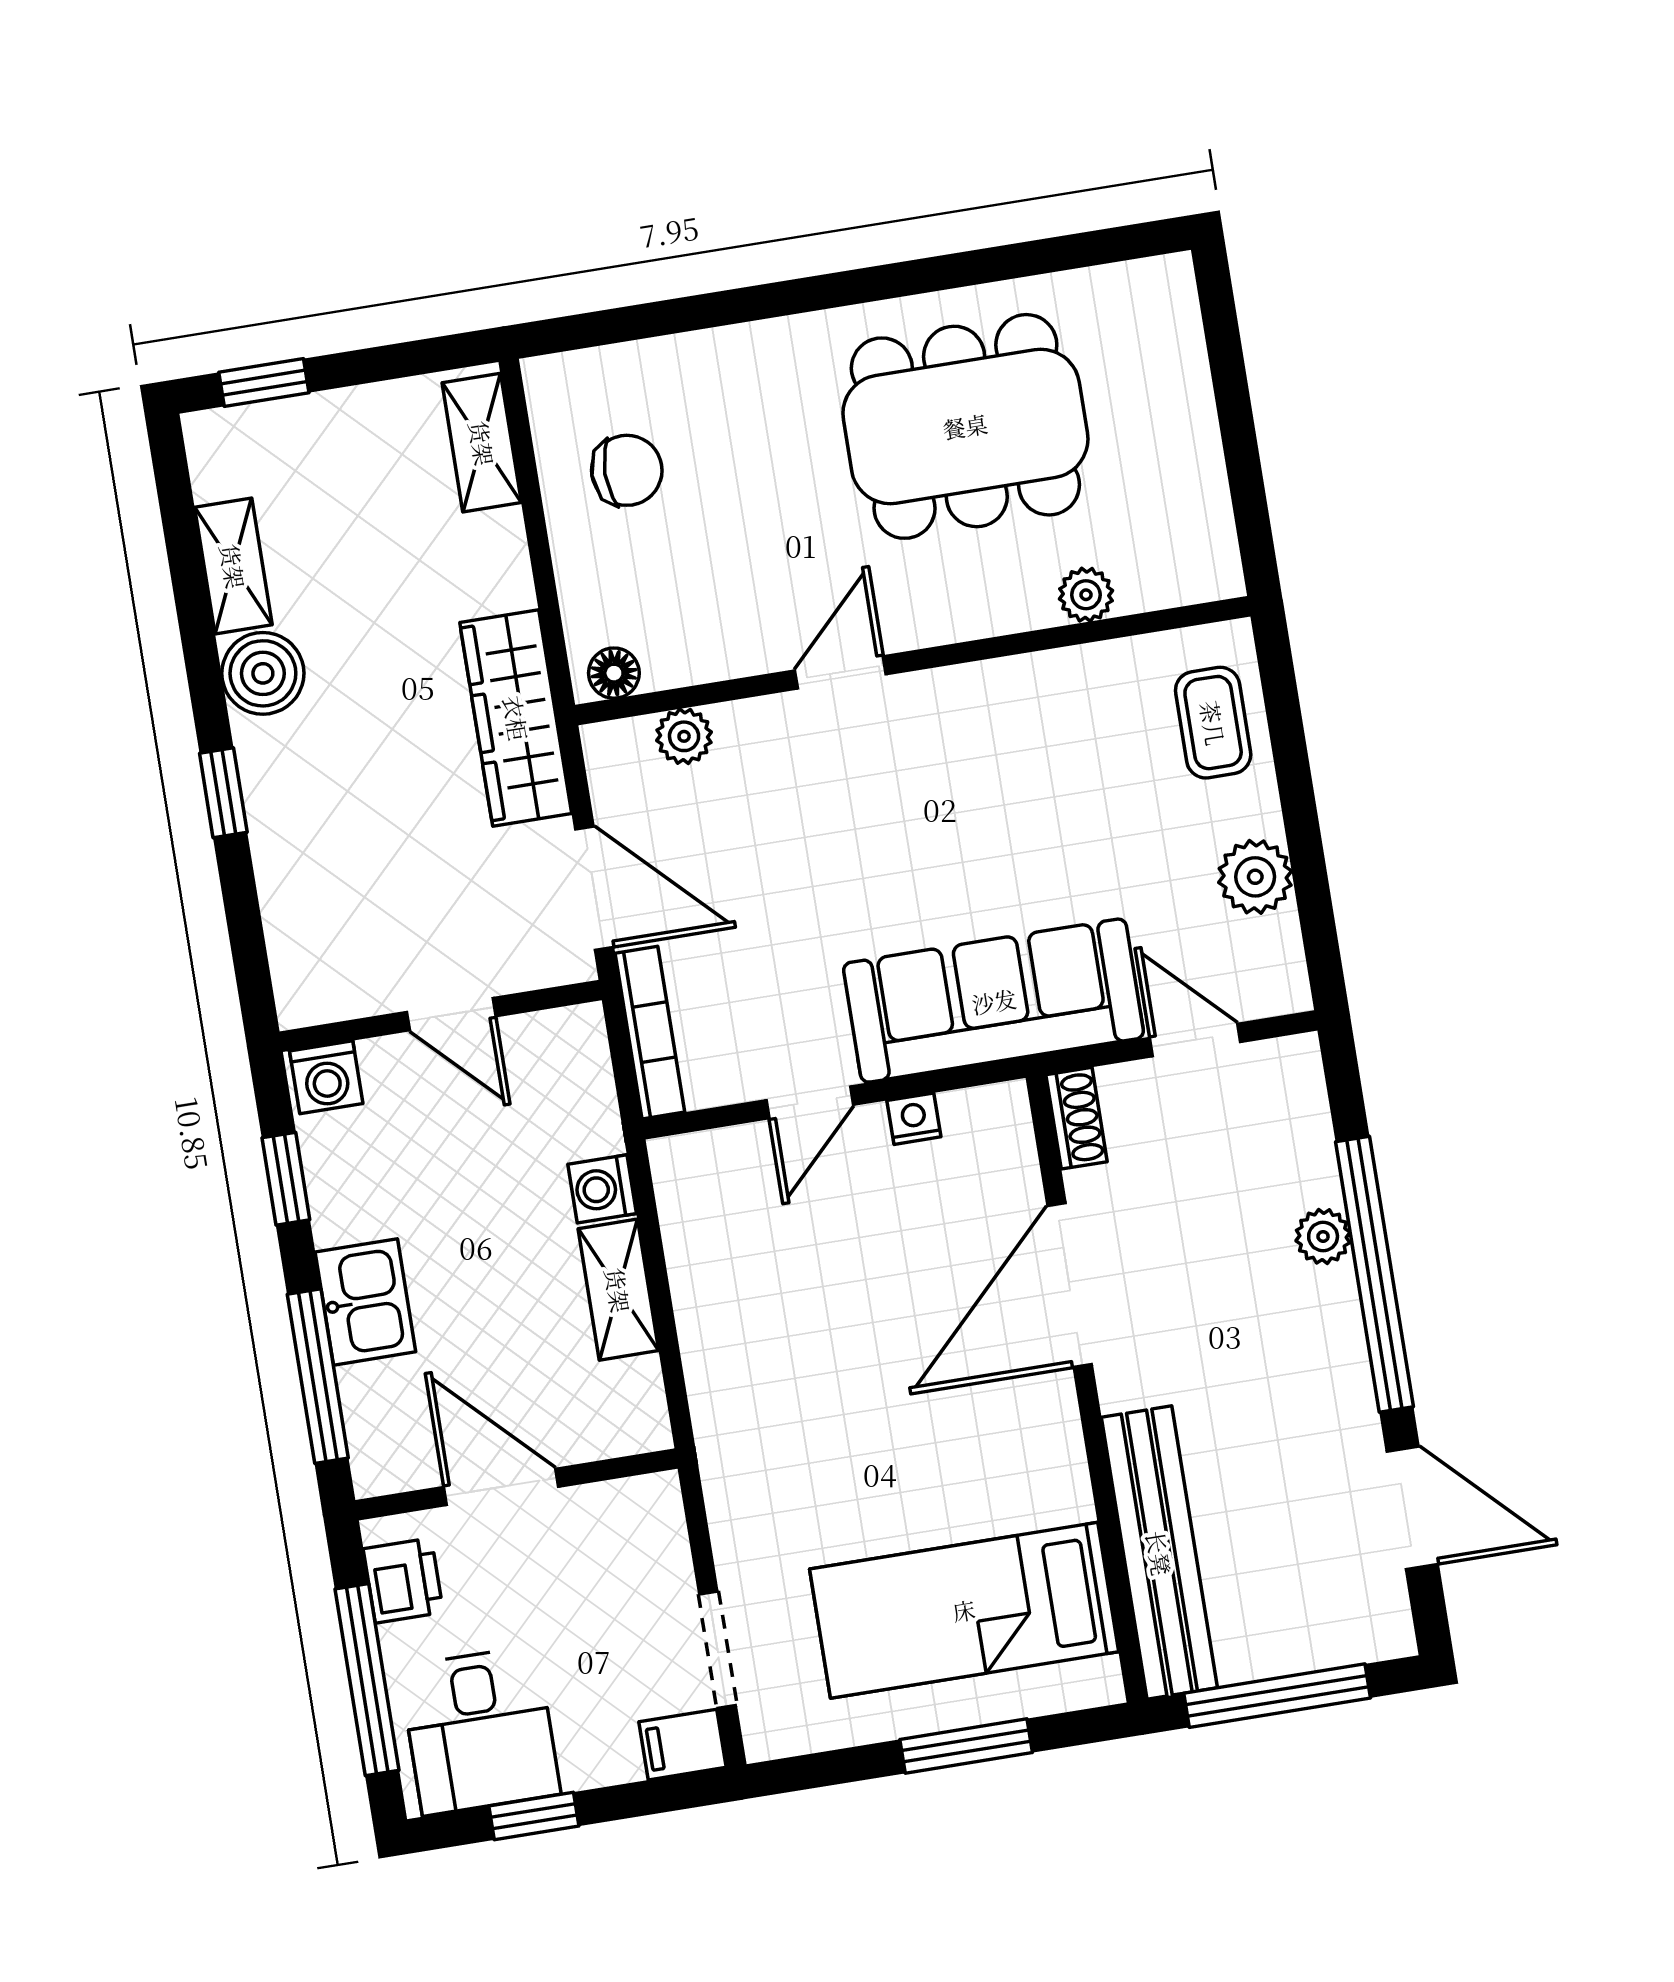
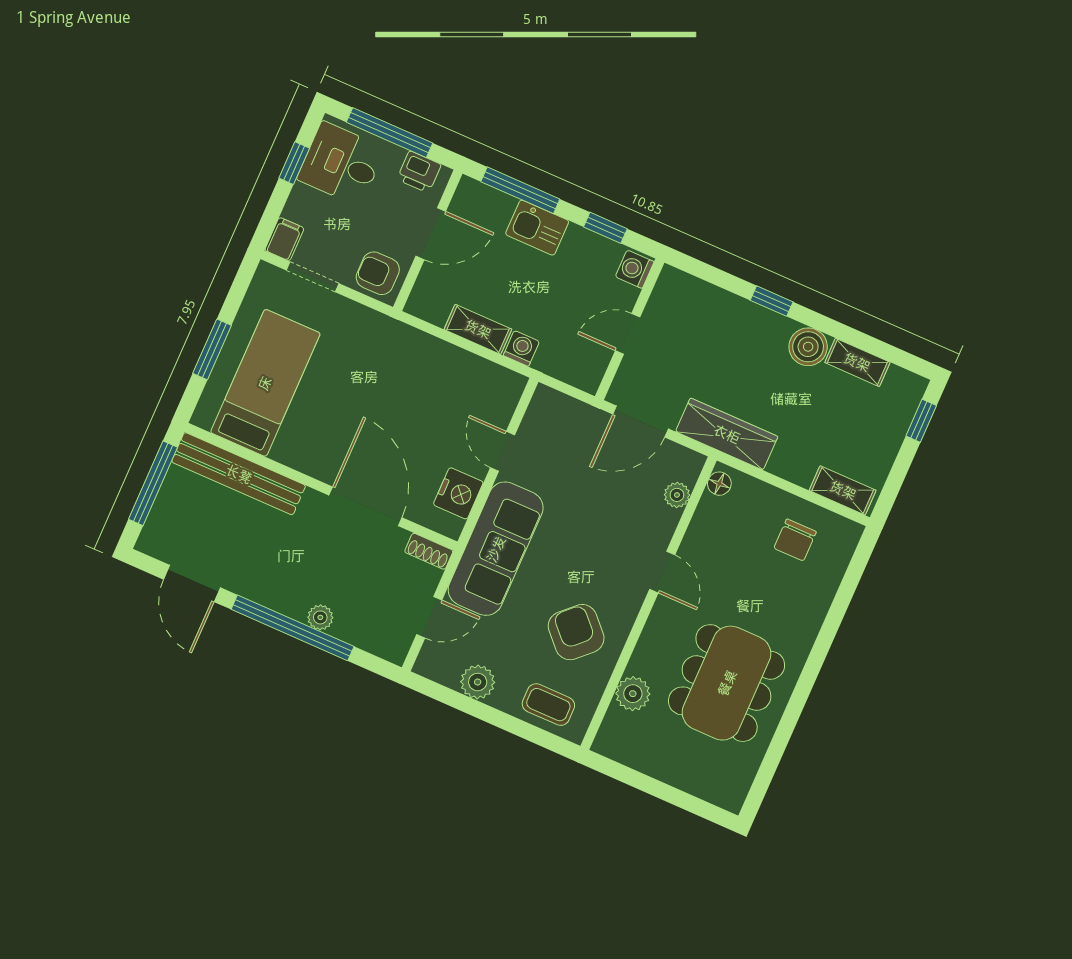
plant: (1086, 595) -> (633, 694), width x1.38, depth x1.38
armchair: (1050, 758) -> (576, 632), added
bookcase: (650, 1033) -> (570, 407), removed
nightstand: (914, 1119) -> (458, 493), width x1.89, depth x1.79
door: (1412, 1508) -> (192, 584), hinge flipped
armchair: (635, 1536) -> (378, 273), added

